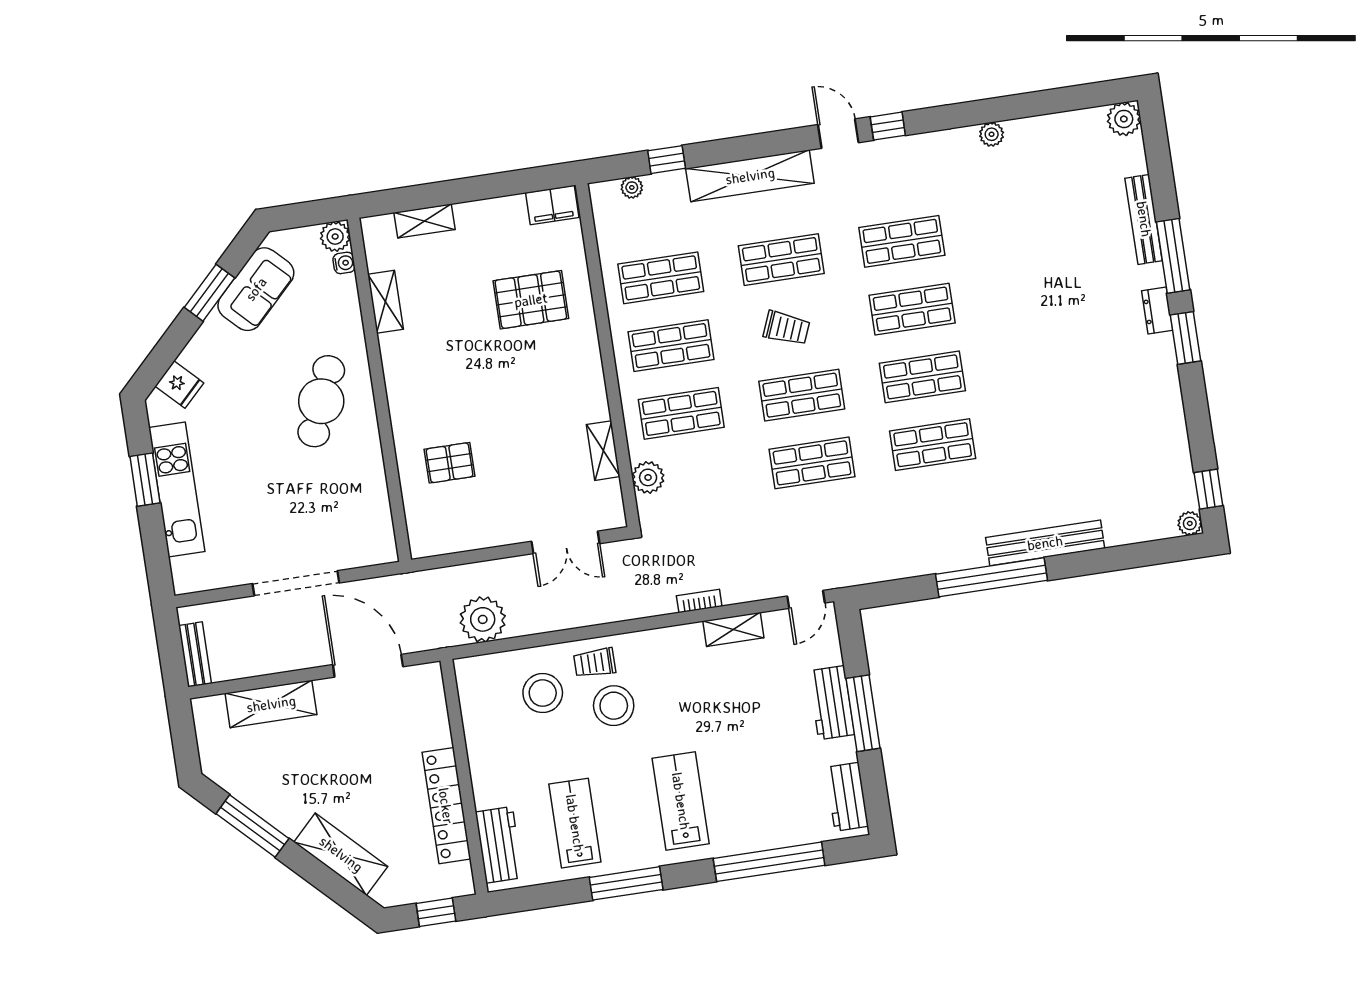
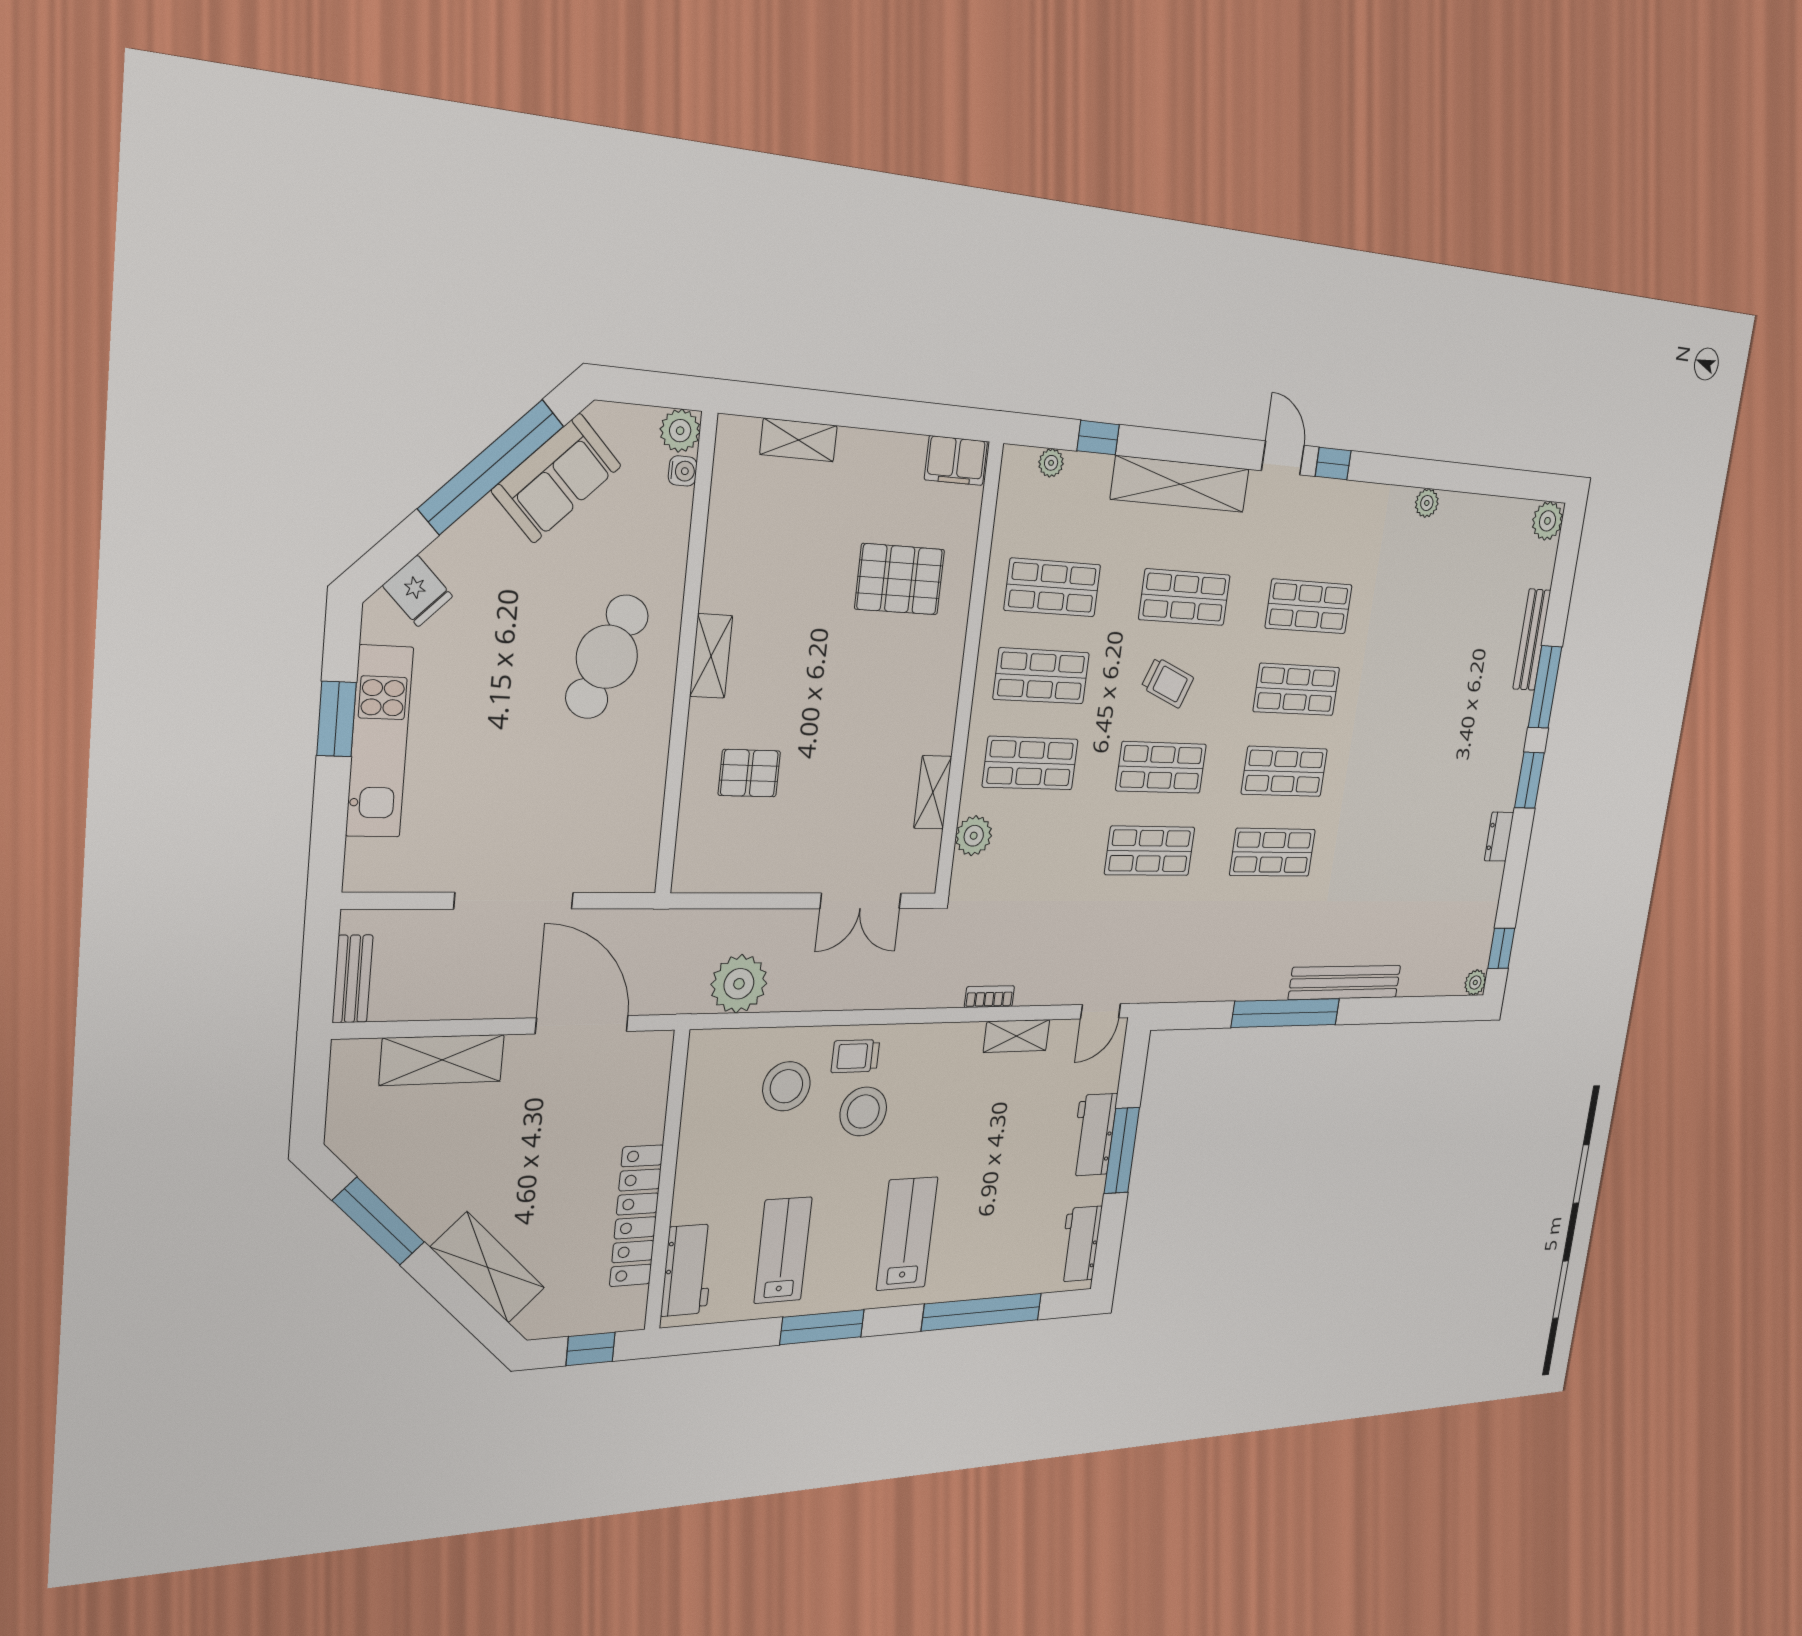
window: (209, 293) -> (491, 467), width x2.11
shelving: (386, 302) -> (711, 656), moved
dresser: (1157, 310) -> (1499, 837), moved

